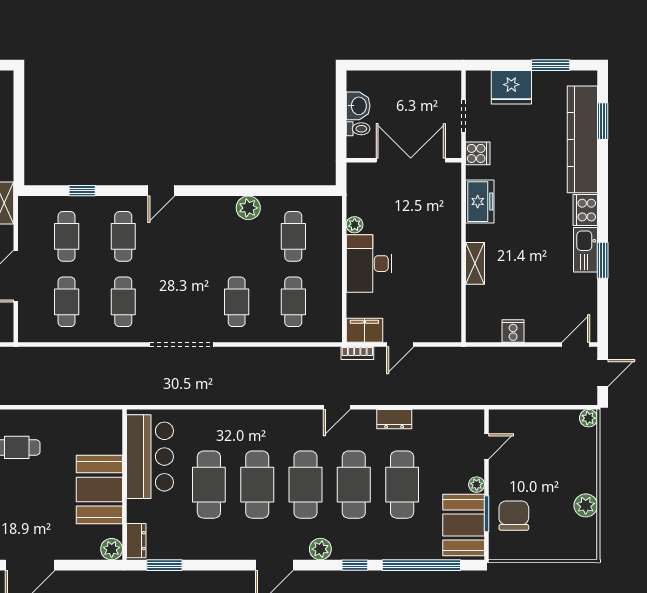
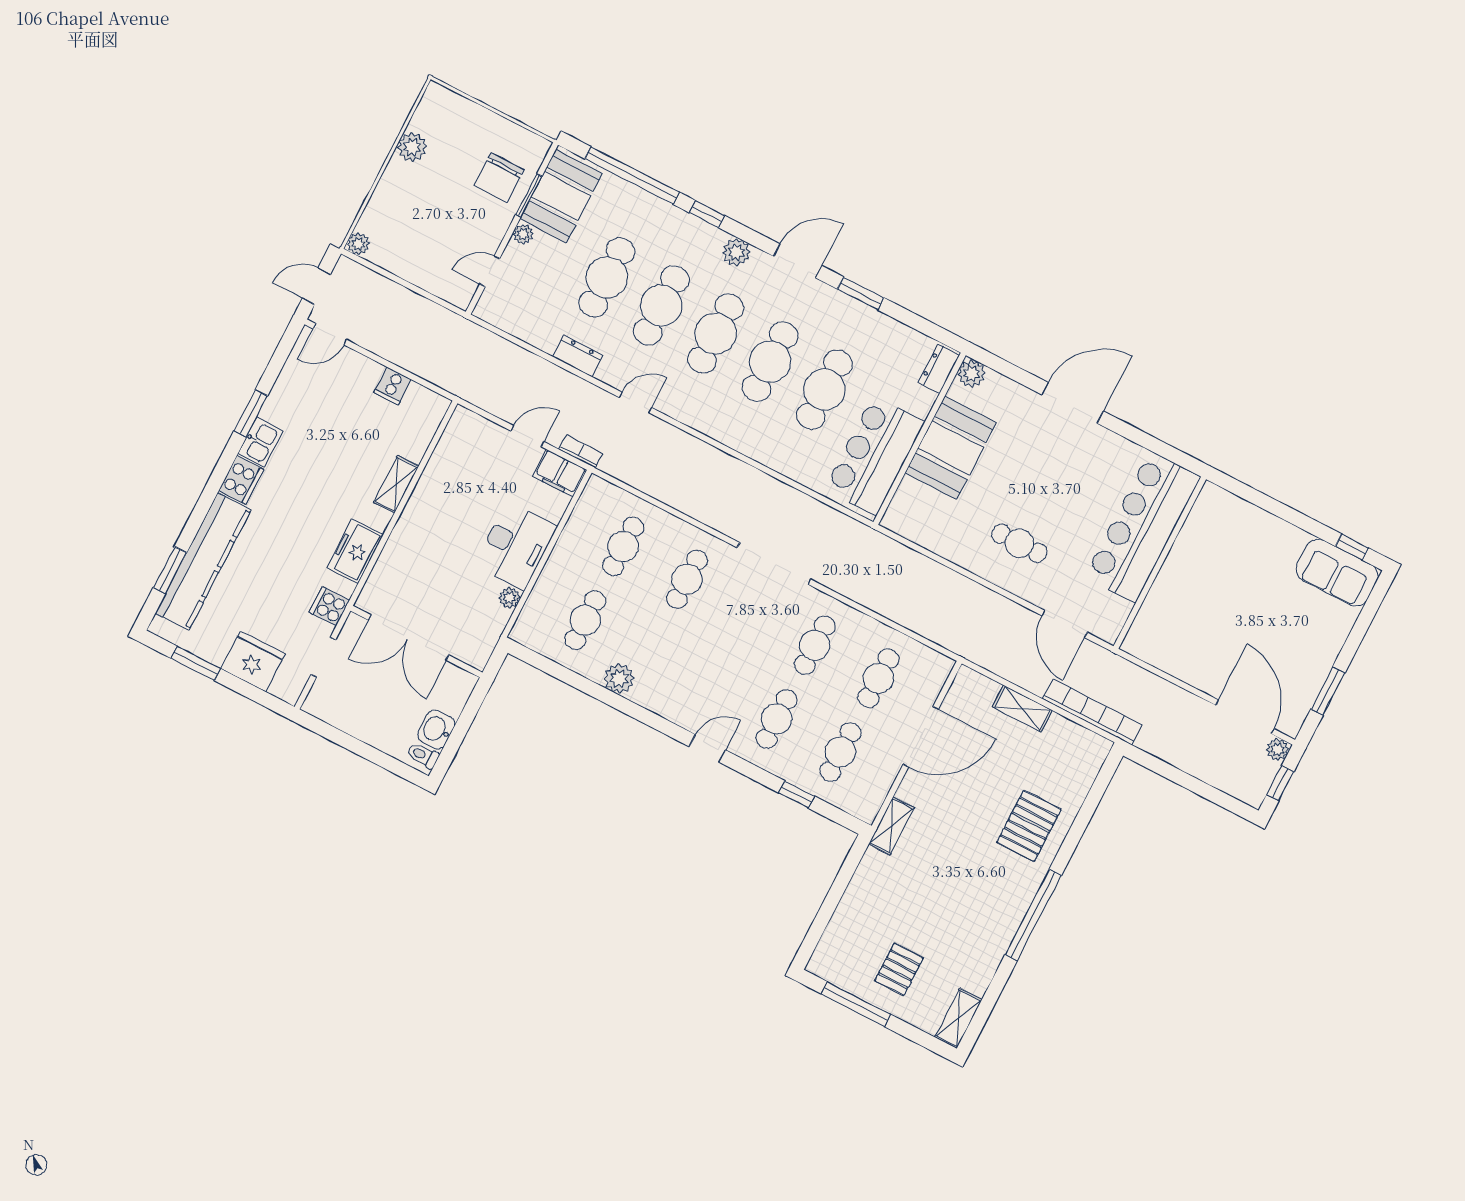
toilet: (358, 129) -> (423, 755), moved
kitchen sink: (586, 250) -> (260, 442), width x0.73
window: (164, 565) -> (861, 293), moved

